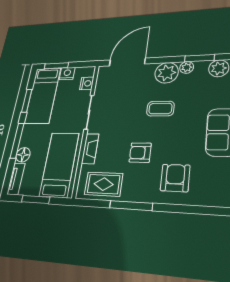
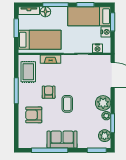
coffee table: (160, 109) -> (67, 104), moved
armchair: (175, 178) -> (34, 115), turned 180

